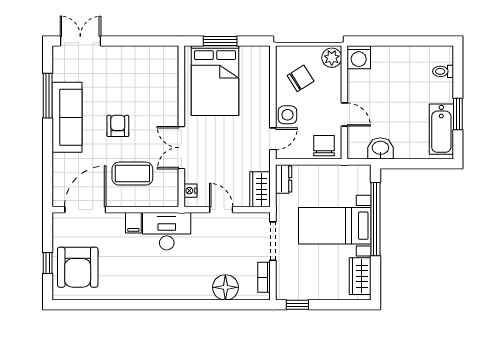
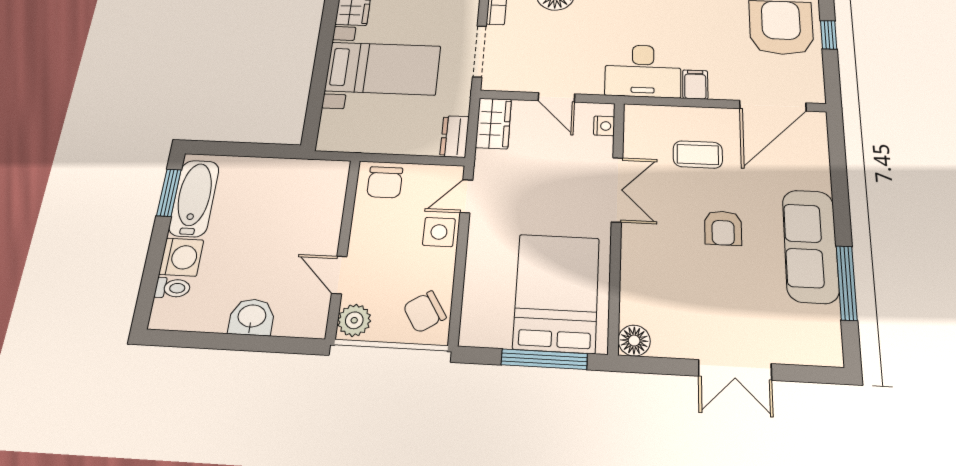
double door: (80, 41) -> (735, 370), moved
window: (220, 41) -> (544, 359), width x1.44
floor lamp: (169, 55) -> (634, 341), added
washing machine: (359, 57) -> (181, 257), moved, turned 90
chair: (301, 78) -> (425, 312), moved
window: (458, 114) -> (169, 193), moved
door: (344, 115) -> (339, 275), moved
washbasin: (380, 148) -> (252, 317), moved, turned 180
coffee table: (132, 174) -> (698, 155), width x0.73, depth x0.77
window: (375, 219) -> (320, 75), removed

